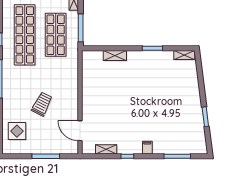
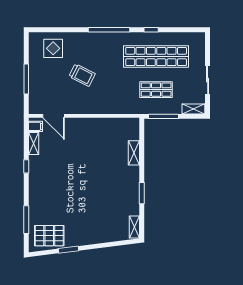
shop shelf: (56, 35) -> (156, 90), width x0.70, depth x0.74
door: (80, 131) -> (53, 116), swing flipped
pallet: (192, 135) -> (49, 236), added
filing cabinet: (147, 148) -> (35, 126), moved

